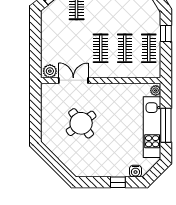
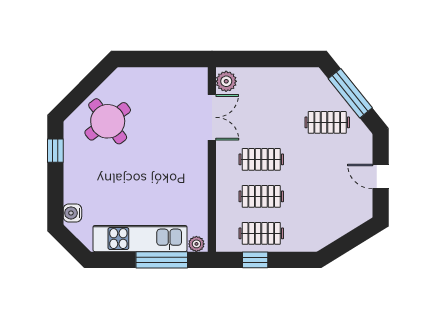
window: (166, 33) -> (255, 260), moved
round table: (81, 123) -> (108, 121), moved
window: (166, 125) -> (162, 260), moved
window: (118, 182) -> (55, 151), moved

